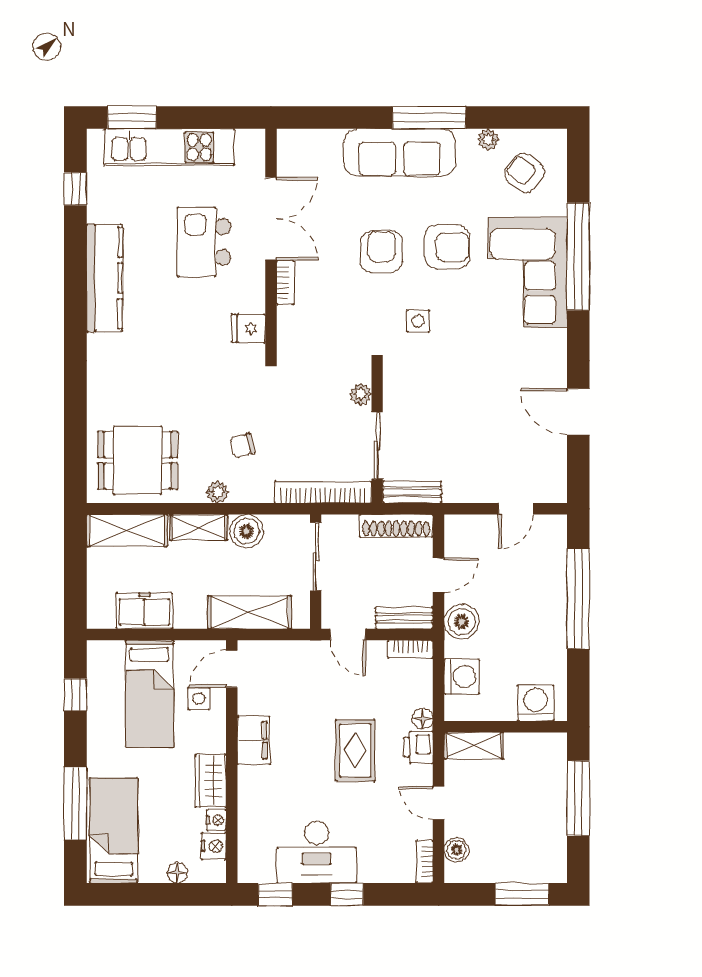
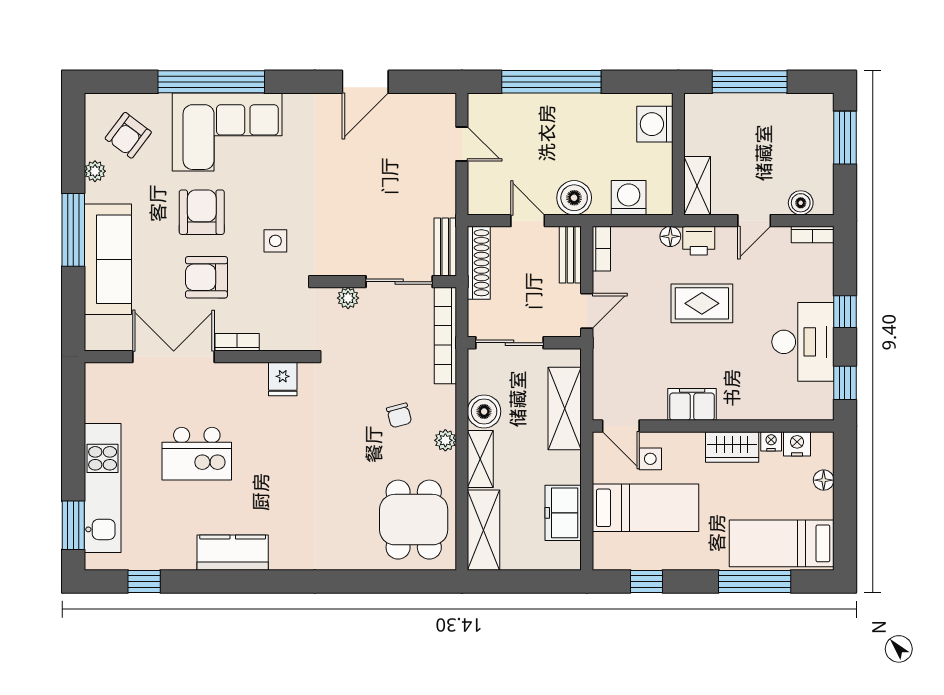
double door: (271, 219) -> (174, 357), moved
wall: (271, 242) -> (197, 357), moved
kitchen counter: (104, 278) -> (233, 553), width x0.67
bookcase: (285, 283) -> (237, 342), moved
fridge: (248, 328) -> (283, 379), moved

